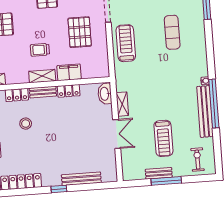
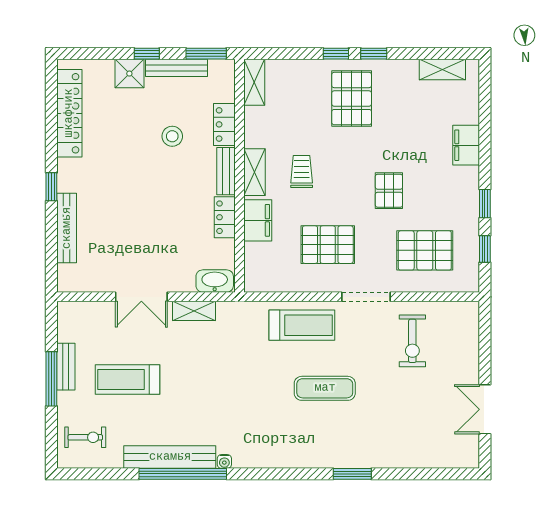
exercise mat: (172, 32) -> (325, 388), moved

